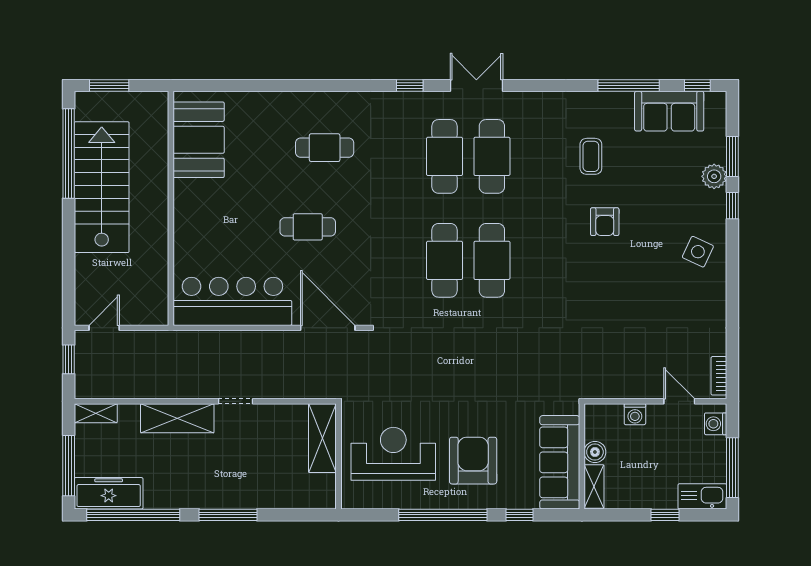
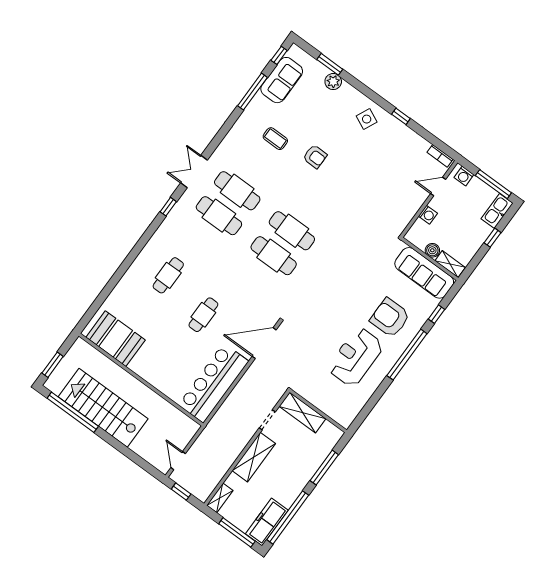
window: (732, 206) -> (401, 116), moved
shelving: (322, 438) -> (302, 413), moved
wall: (338, 456) -> (318, 411), moved

